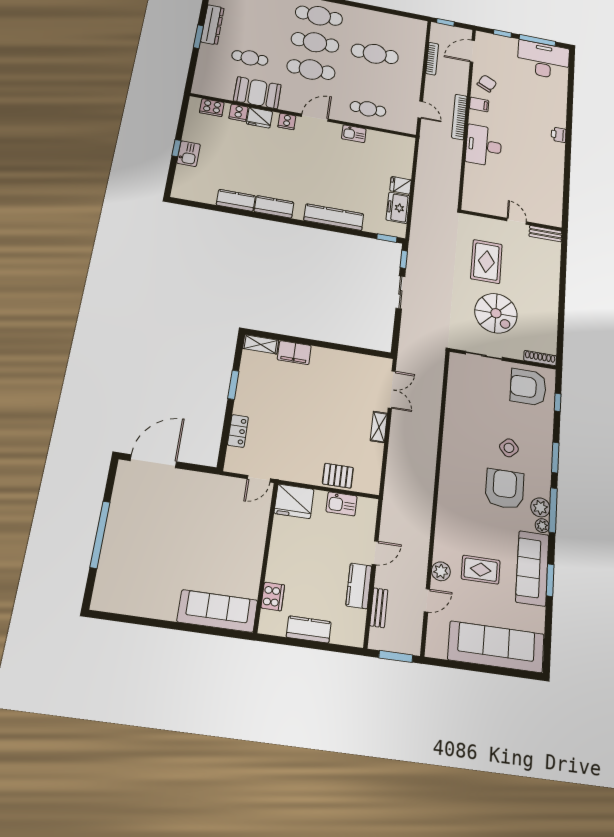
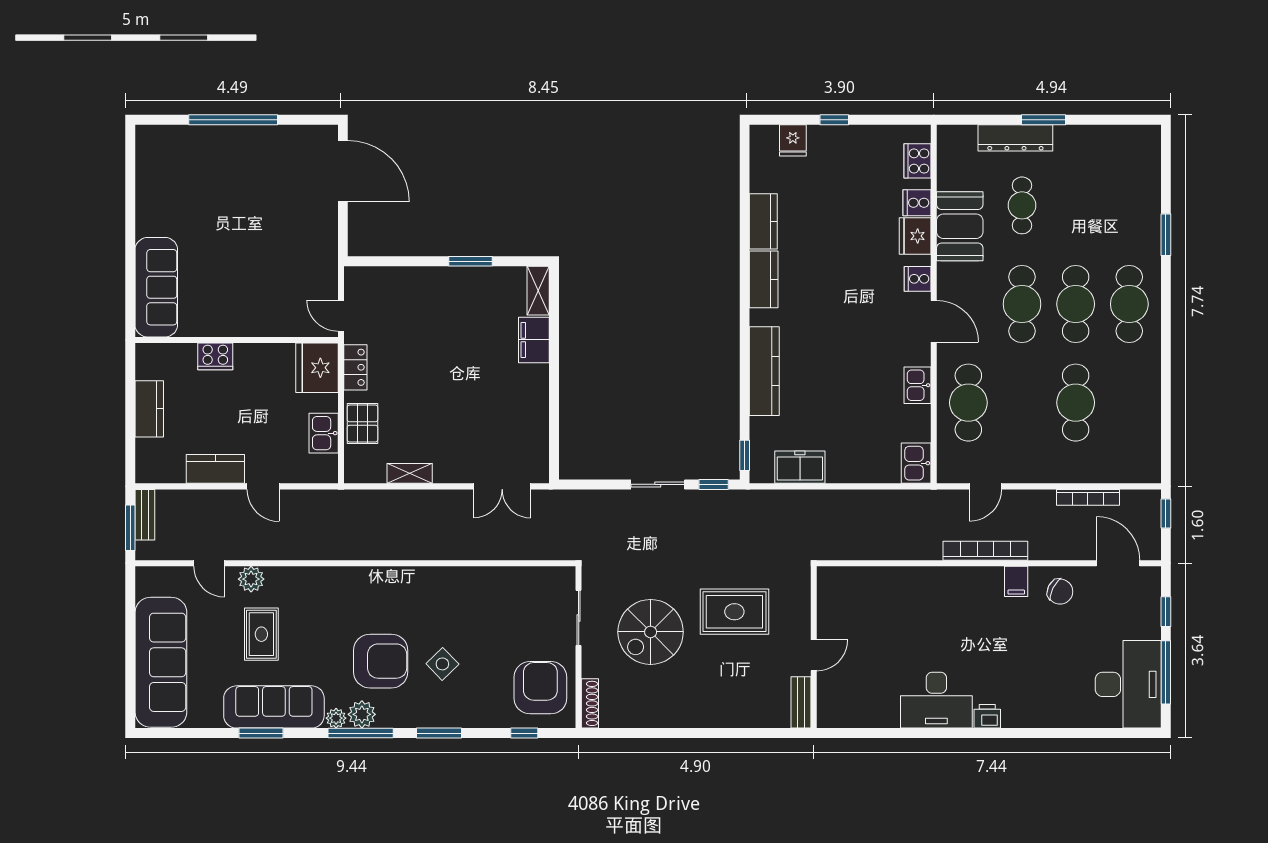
dresser: (212, 25) -> (1015, 138), moved
cafe table: (368, 109) -> (968, 403), width x1.37, depth x1.35
desk: (484, 146) -> (936, 700), moved, turned 180
kitchen sink: (189, 154) -> (916, 463), moved, turned 90
fridge: (401, 185) -> (793, 140), moved, turned 180
shelving: (379, 427) -> (410, 473), moved
locker: (238, 431) -> (355, 367), moved, turned -90
cooker: (273, 596) -> (215, 356), moved
bench: (379, 608) -> (145, 515), moved, turned 90

